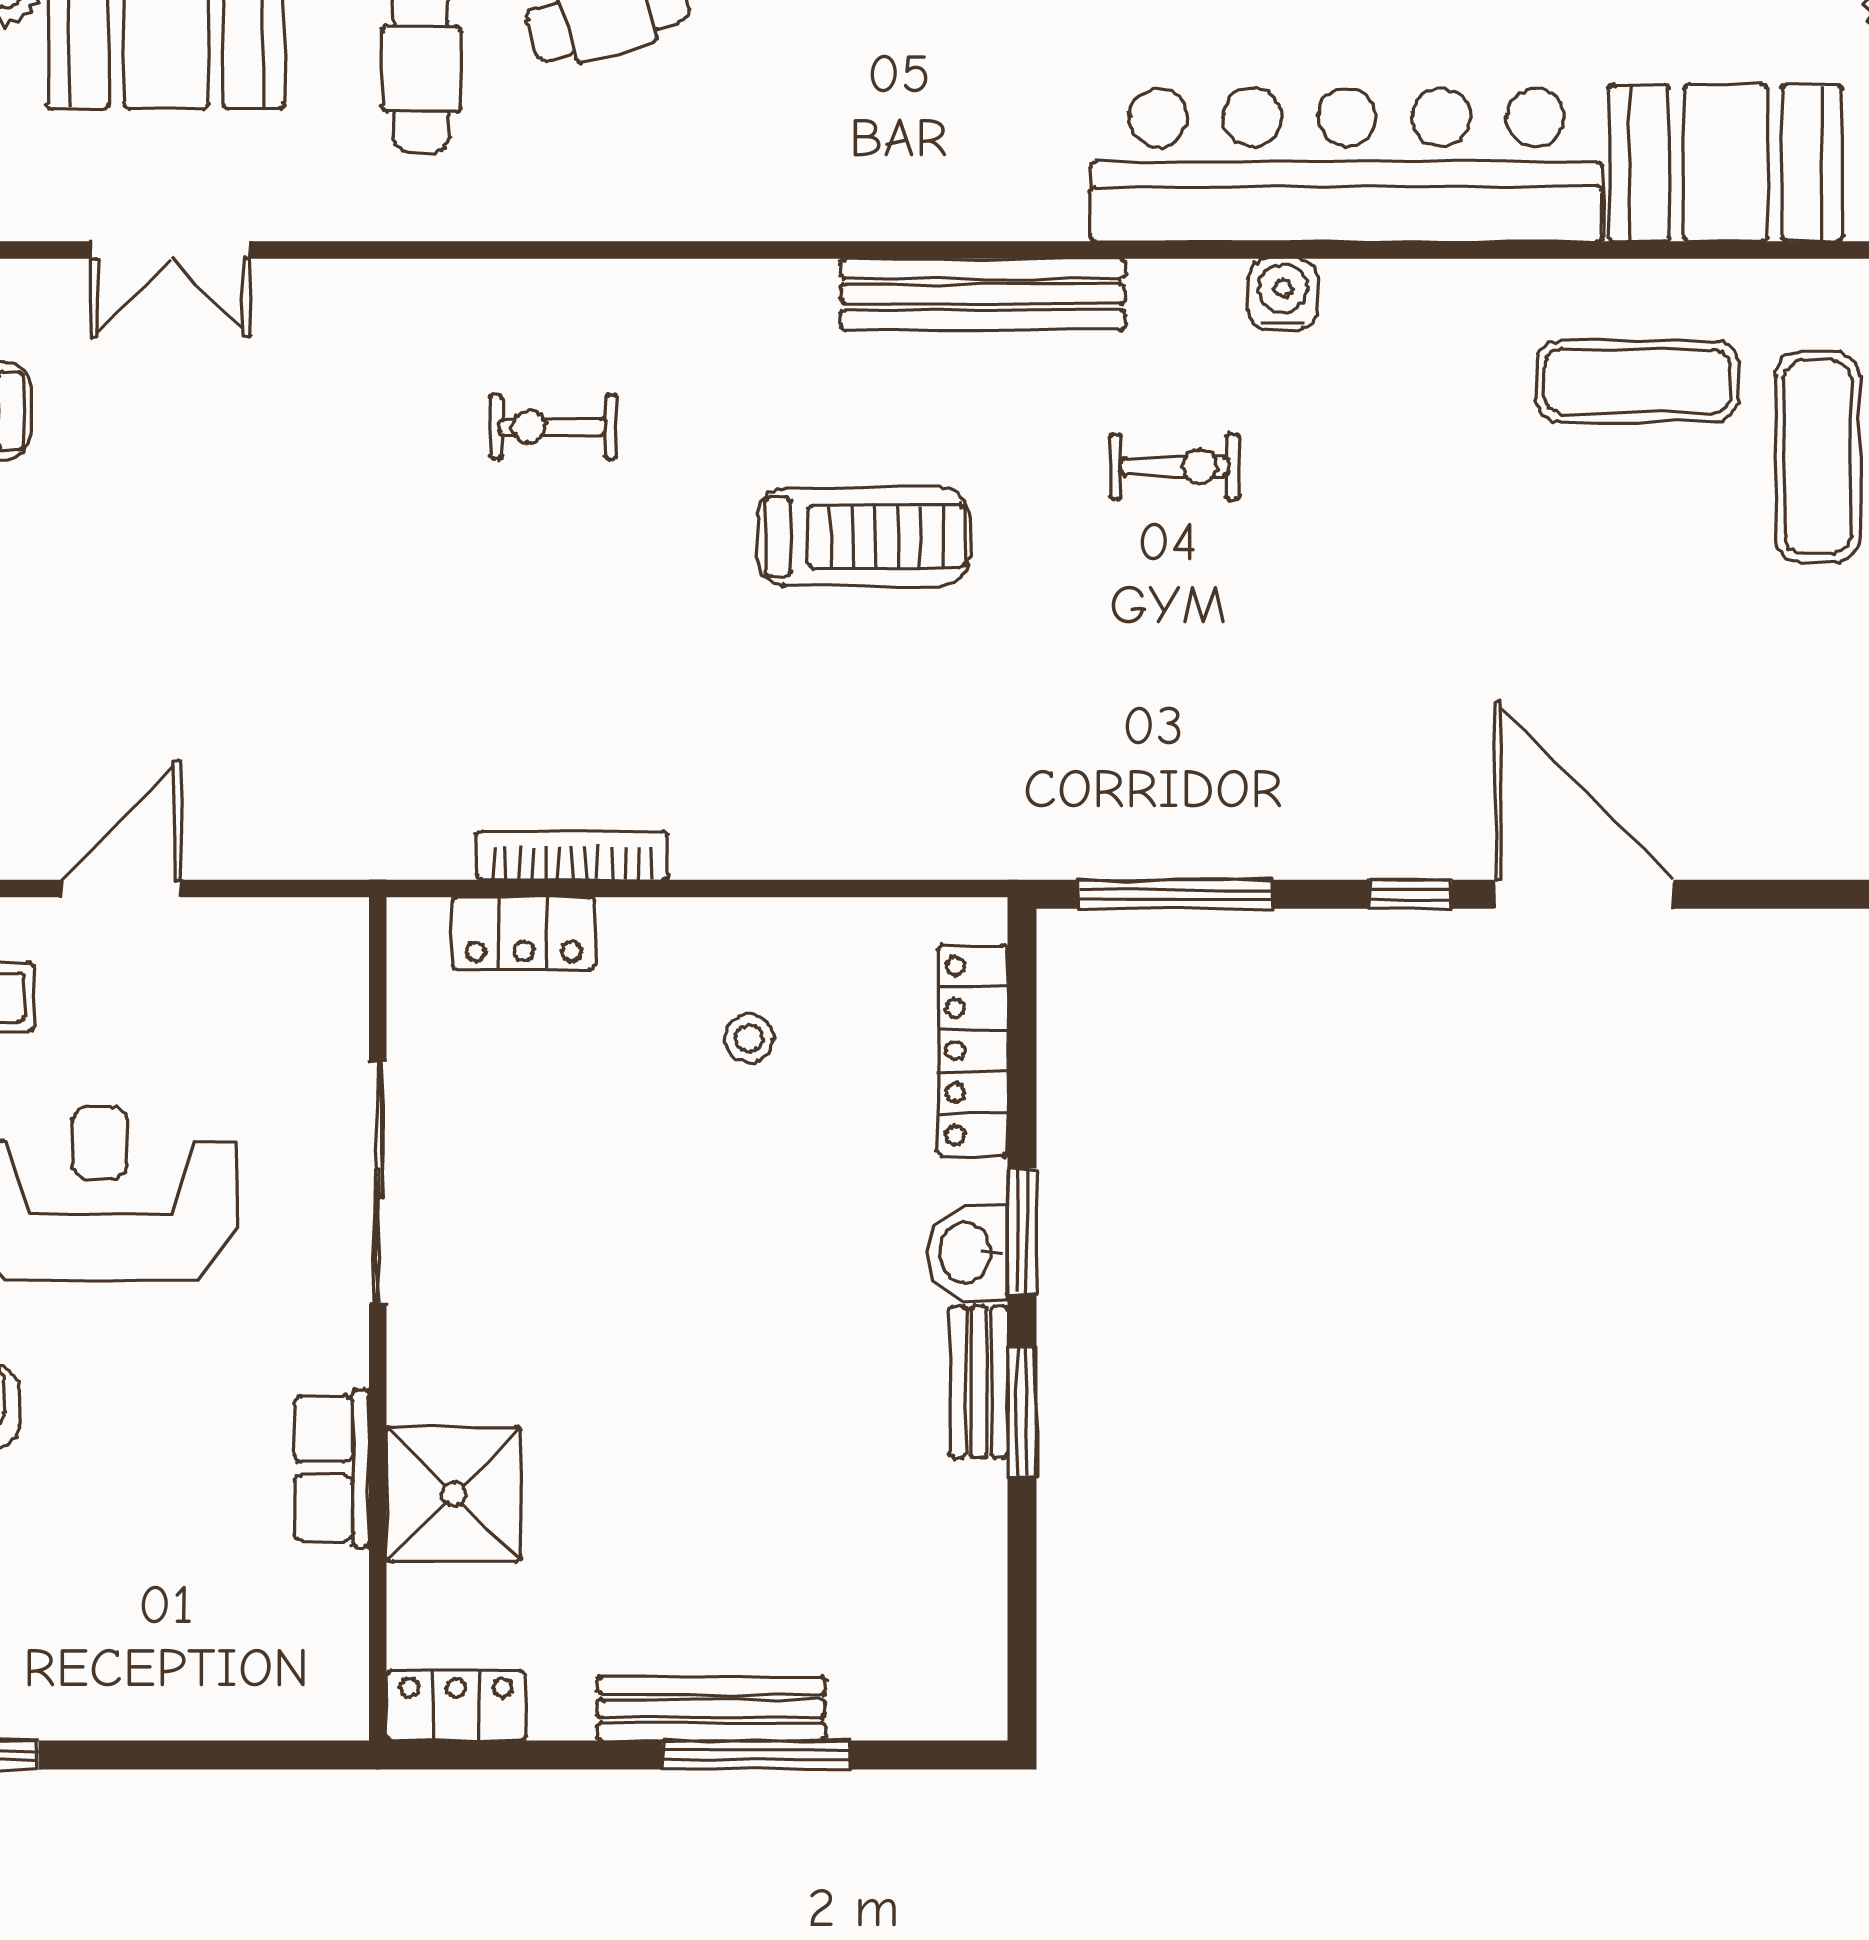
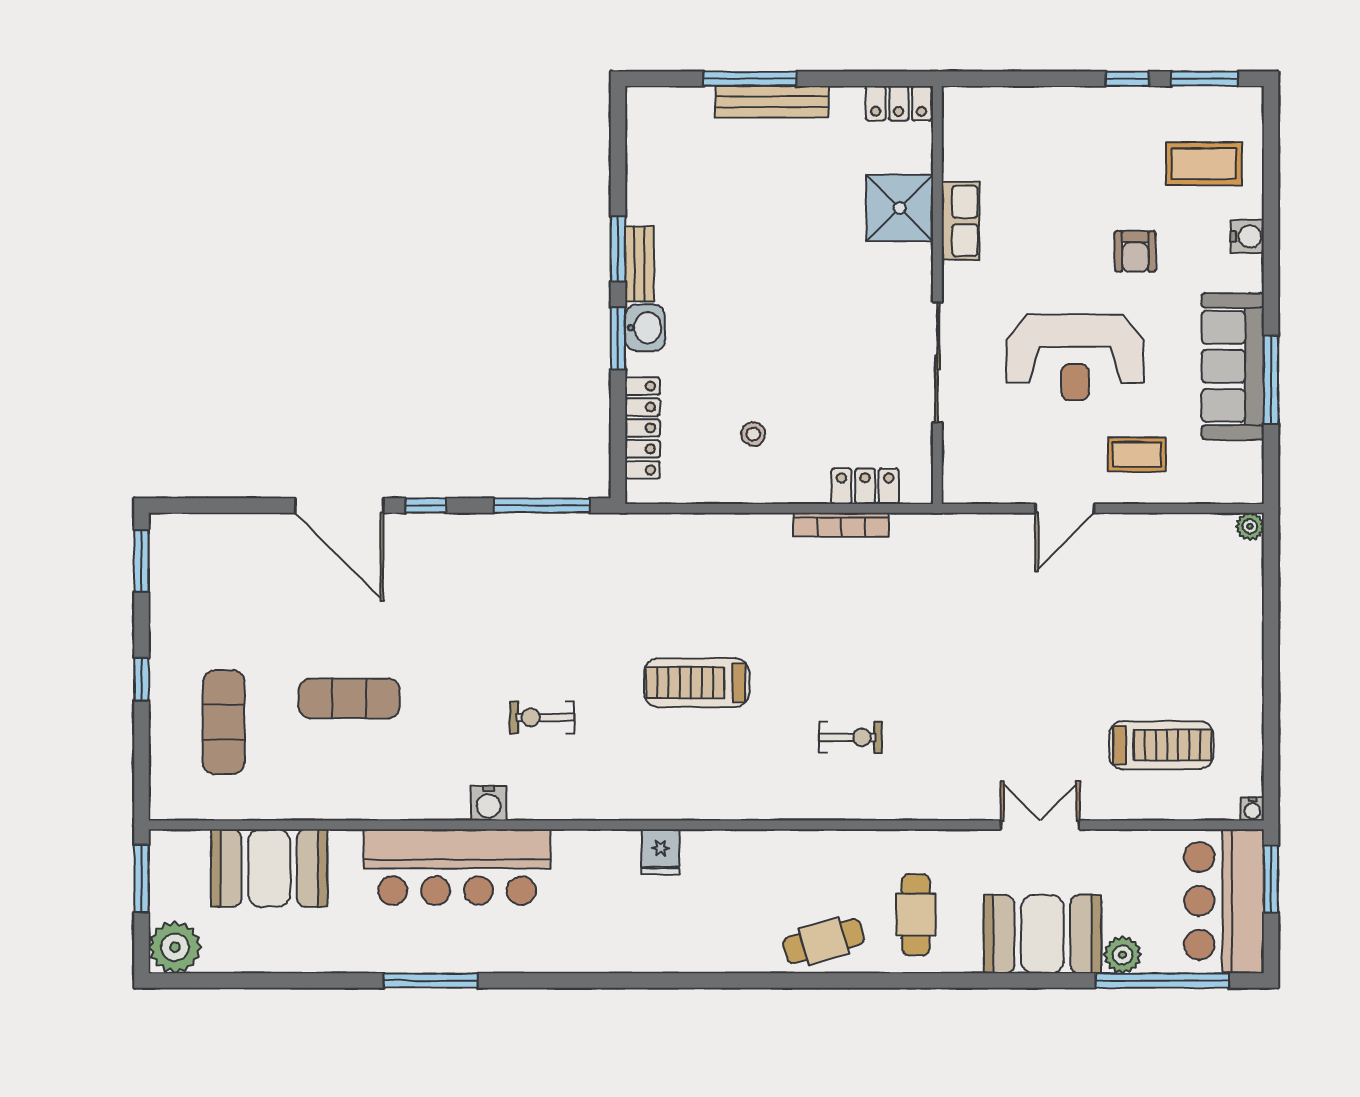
bar counter: (1347, 165) -> (457, 867), width x0.73
fridge: (936, 196) -> (660, 852), added
bench: (983, 294) -> (637, 803), removed
exercise mat: (1637, 381) -> (349, 698), moved

